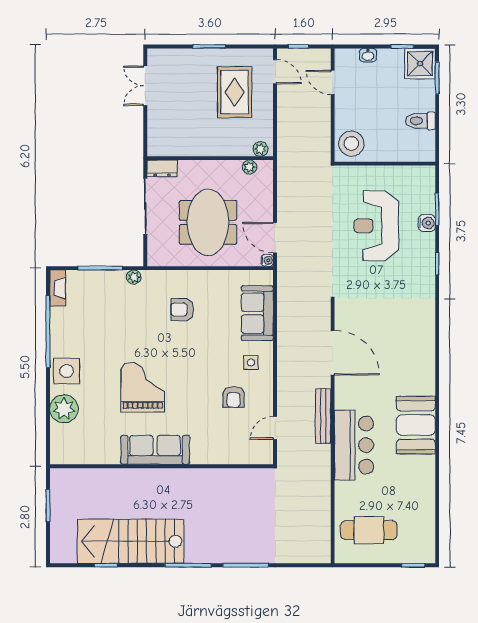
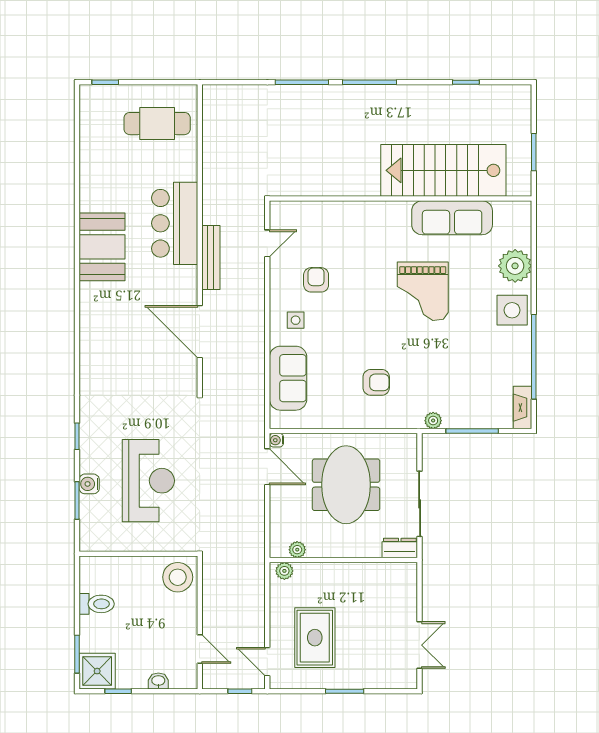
sofa: (155, 450) -> (452, 218), moved
stairs: (131, 541) -> (443, 170), moved, turned 180

